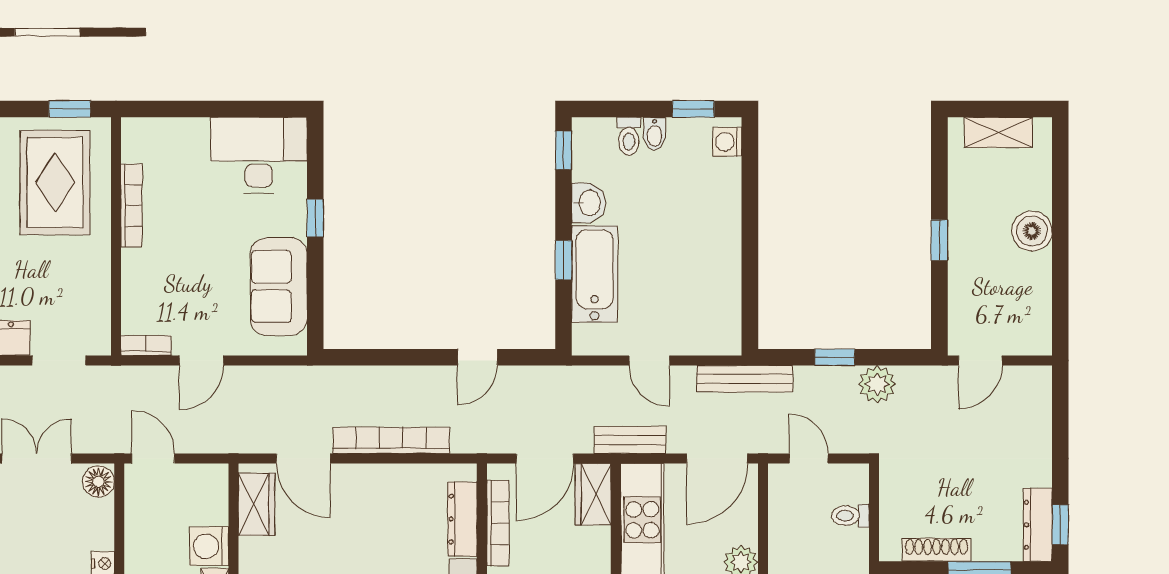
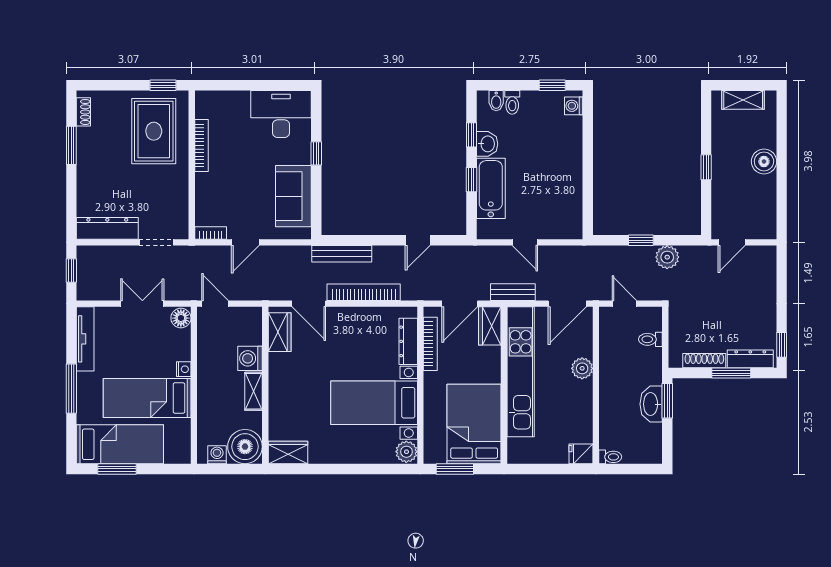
bidet: (654, 134) -> (496, 101), moved
window: (564, 150) -> (471, 135), moved
bench: (745, 379) -> (342, 254), moved
dresser: (1038, 525) -> (750, 359), moved, turned 90

